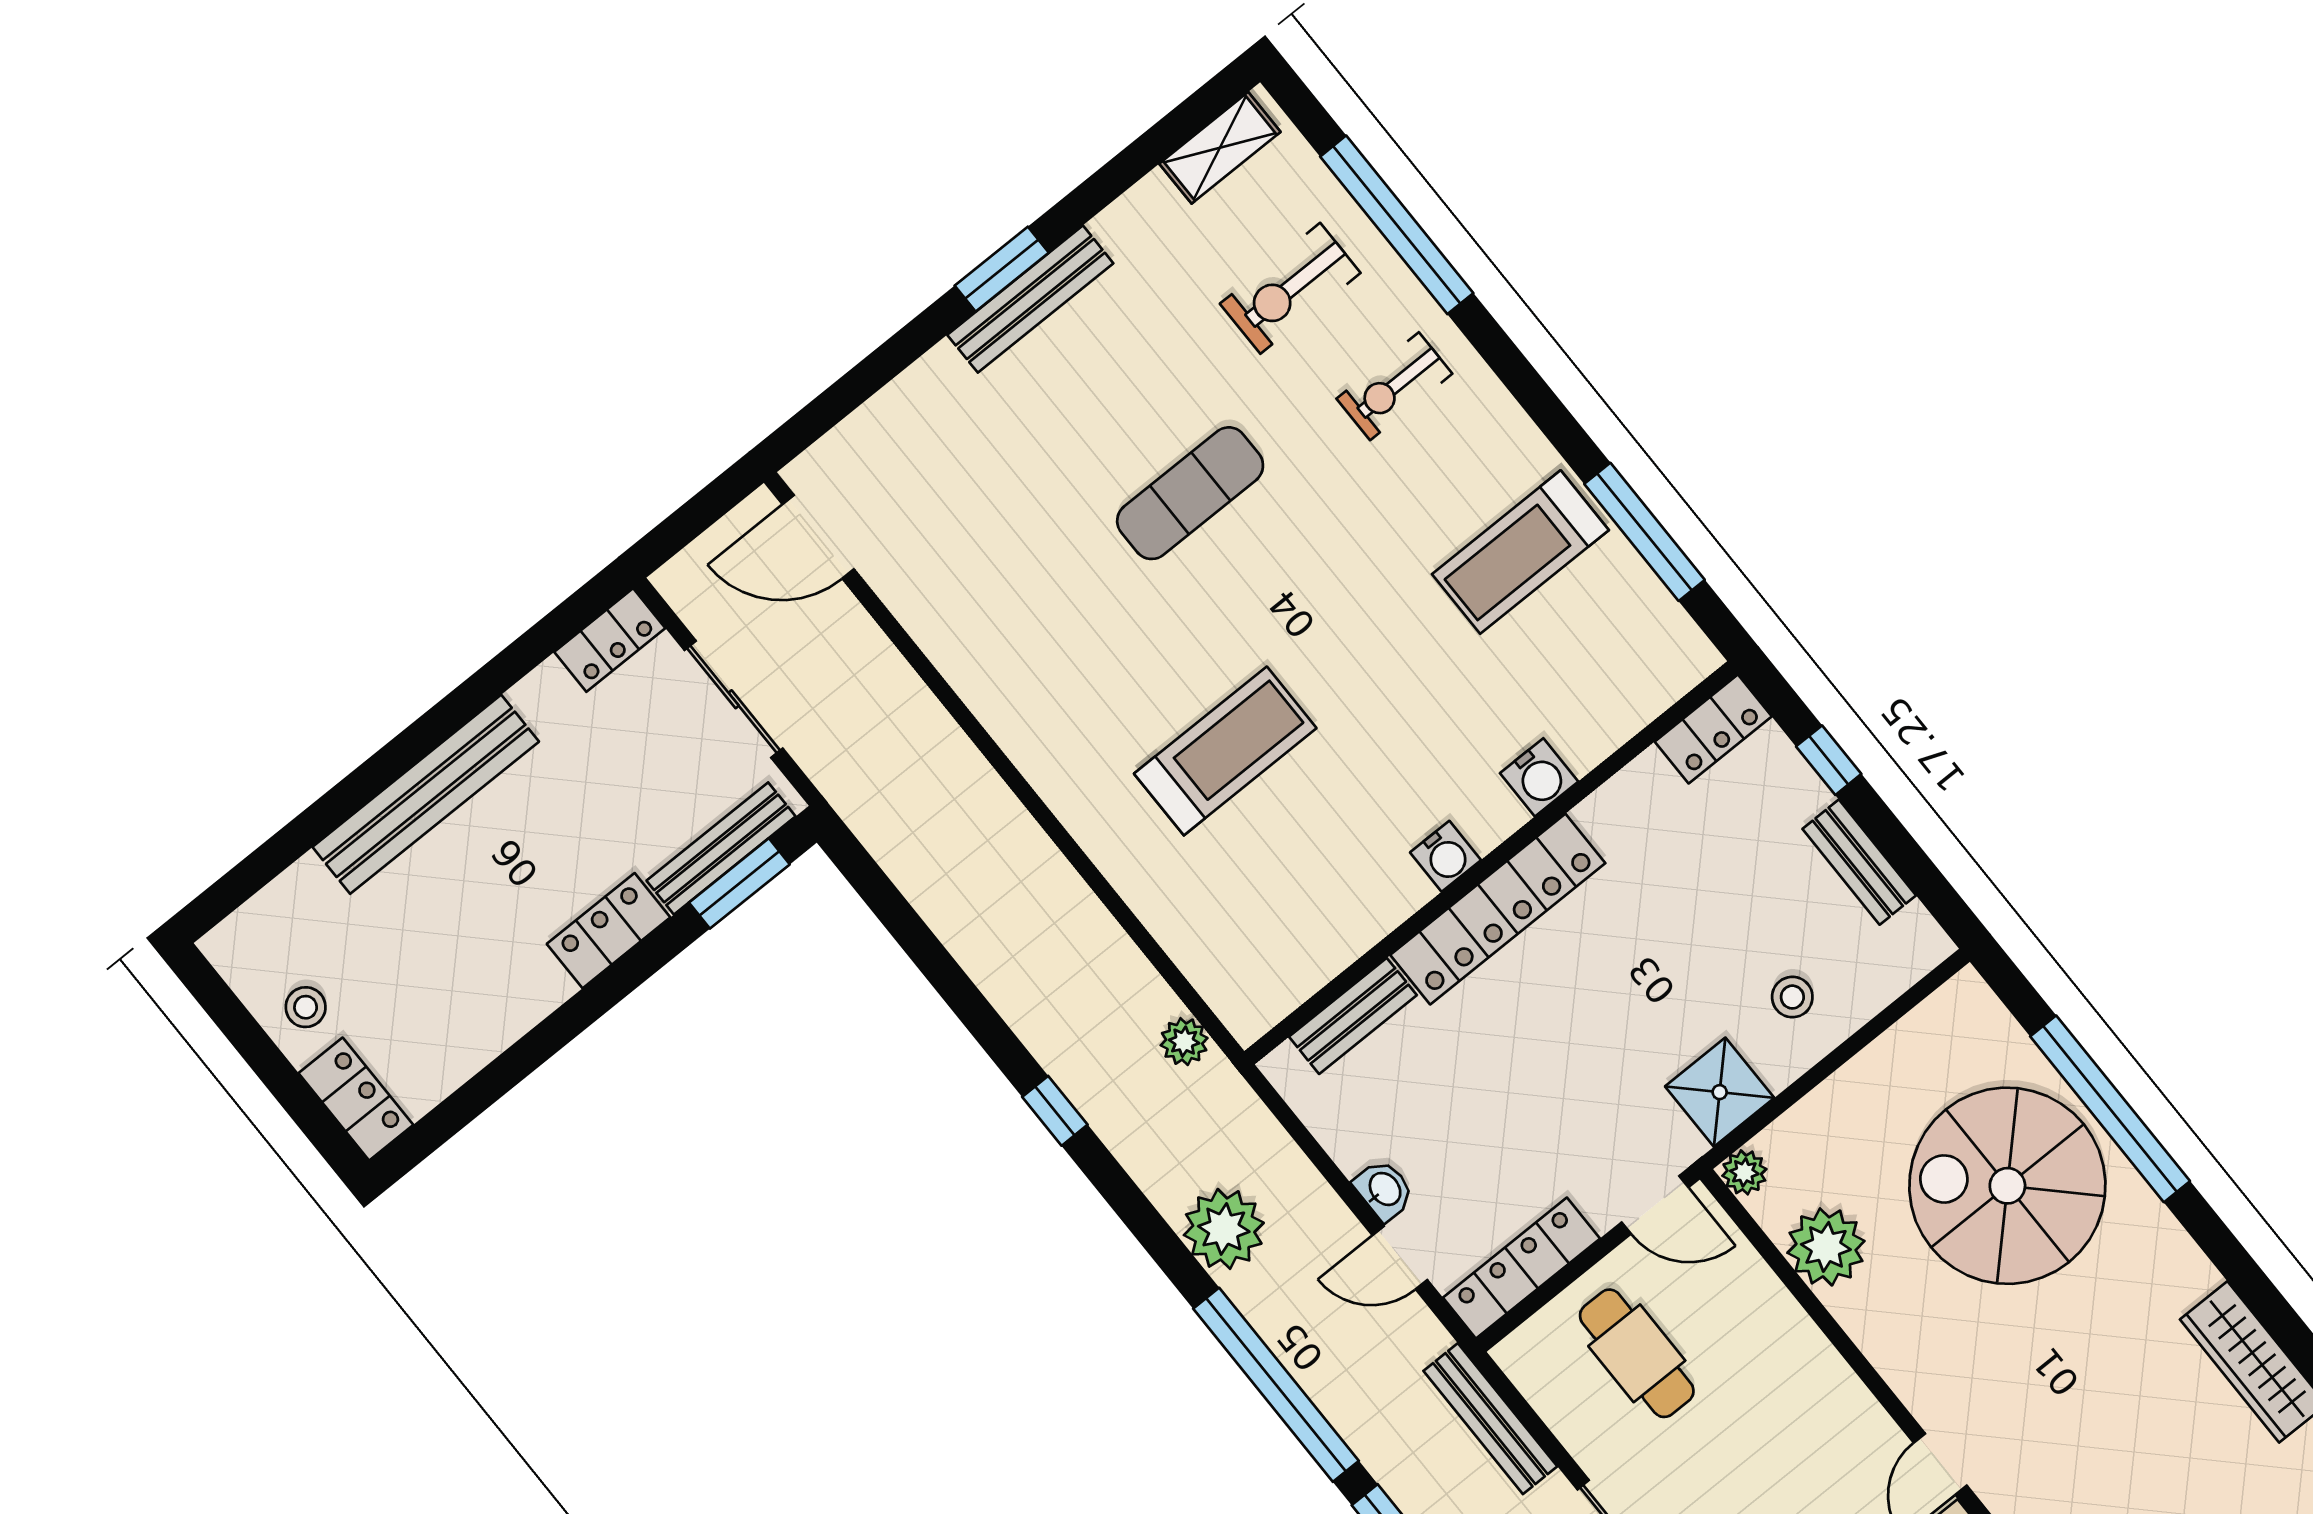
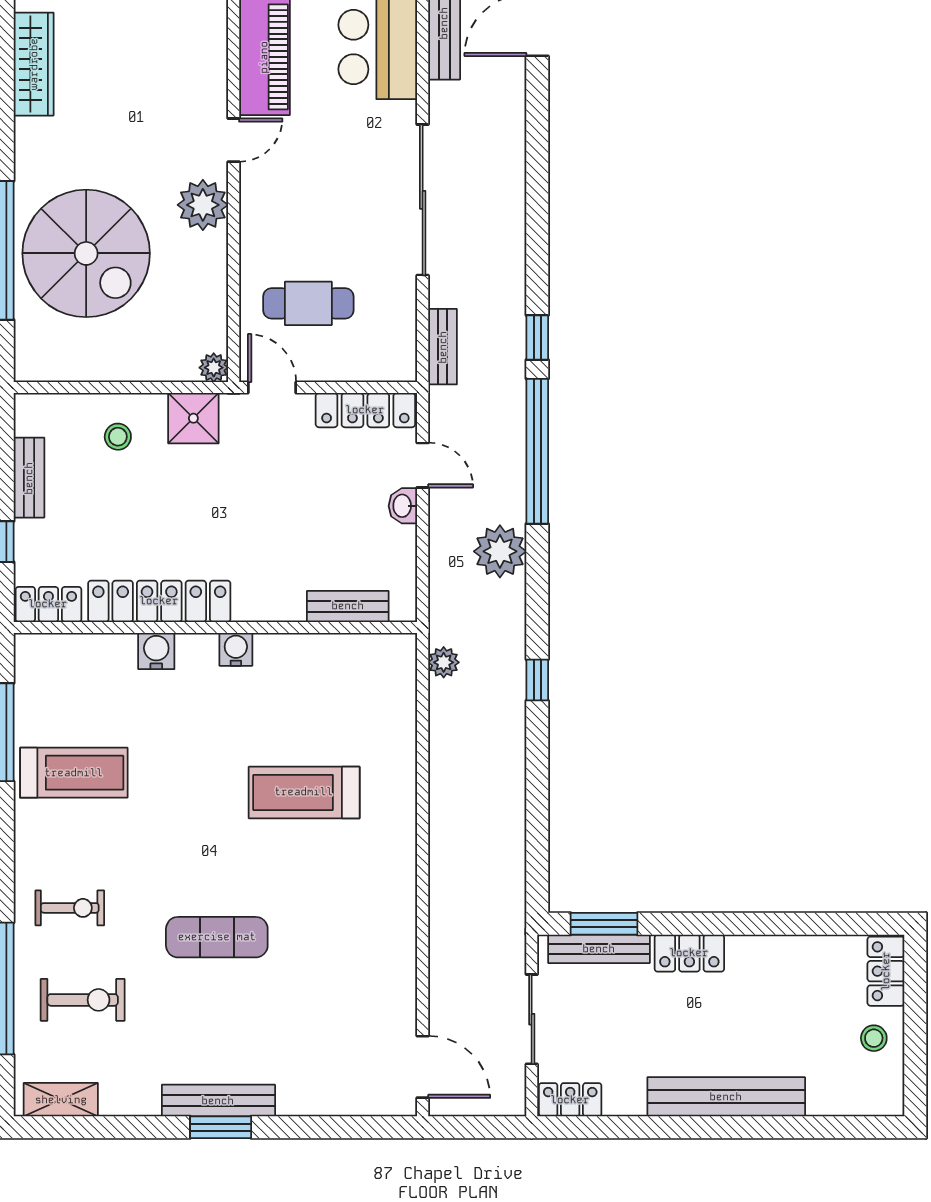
locker: (1498, 909) -> (159, 601), moved
plant: (1826, 1247) -> (203, 205), moved
cafe table: (1637, 1353) -> (308, 303), moved, turned 90
bench: (1490, 1419) -> (443, 347), width x0.73

